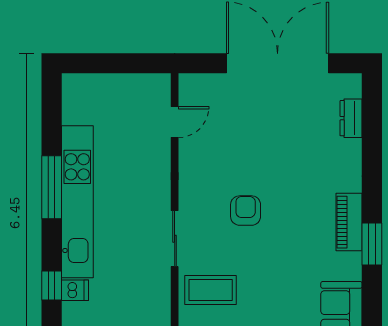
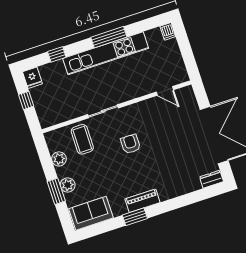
dresser: (351, 118) -> (211, 179), moved
armchair: (246, 211) -> (130, 144), turned -90
dishwasher: (75, 290) -> (168, 31), moved

